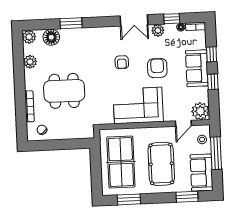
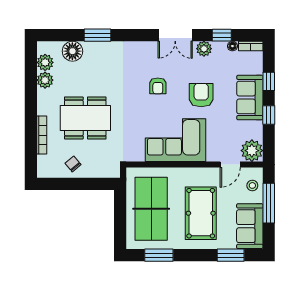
plant: (29, 37) -> (45, 62), moved
chair: (42, 130) -> (73, 164), moved

